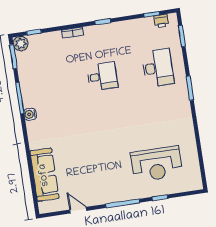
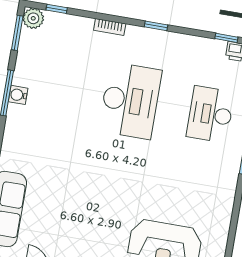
desk: (158, 68) -> (210, 114), turned 180
desk: (102, 76) -> (130, 101), width x1.87, depth x1.30
water cooler: (30, 114) -> (18, 95), moved

